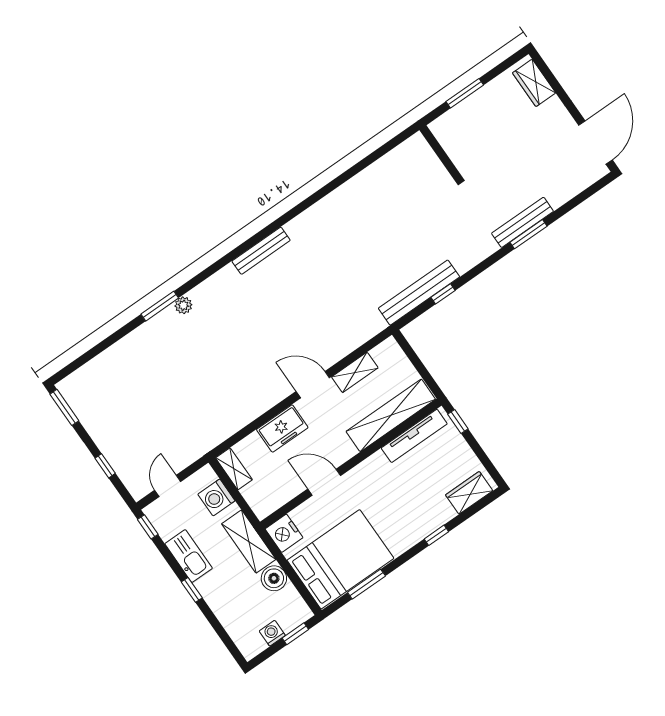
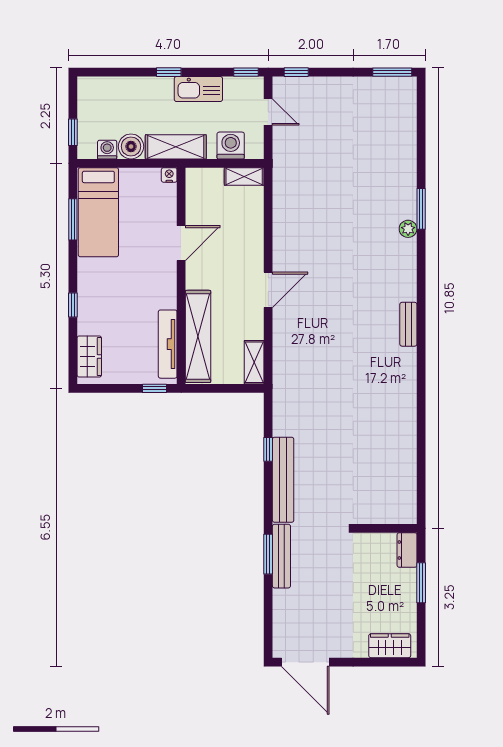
dresser: (446, 123) -> (407, 550), added
bench: (261, 251) -> (408, 324), width x0.73
bench: (419, 293) -> (283, 480), moved
shelving: (355, 372) -> (254, 362), moved
freezer: (282, 428) -> (250, 240), removed
window: (105, 466) -> (296, 72), moved
nightstand: (284, 533) -> (169, 175), width x0.53, depth x0.56
bed: (340, 559) -> (98, 212), width x0.67
washing machine: (272, 633) -> (107, 150), moved, turned -90

